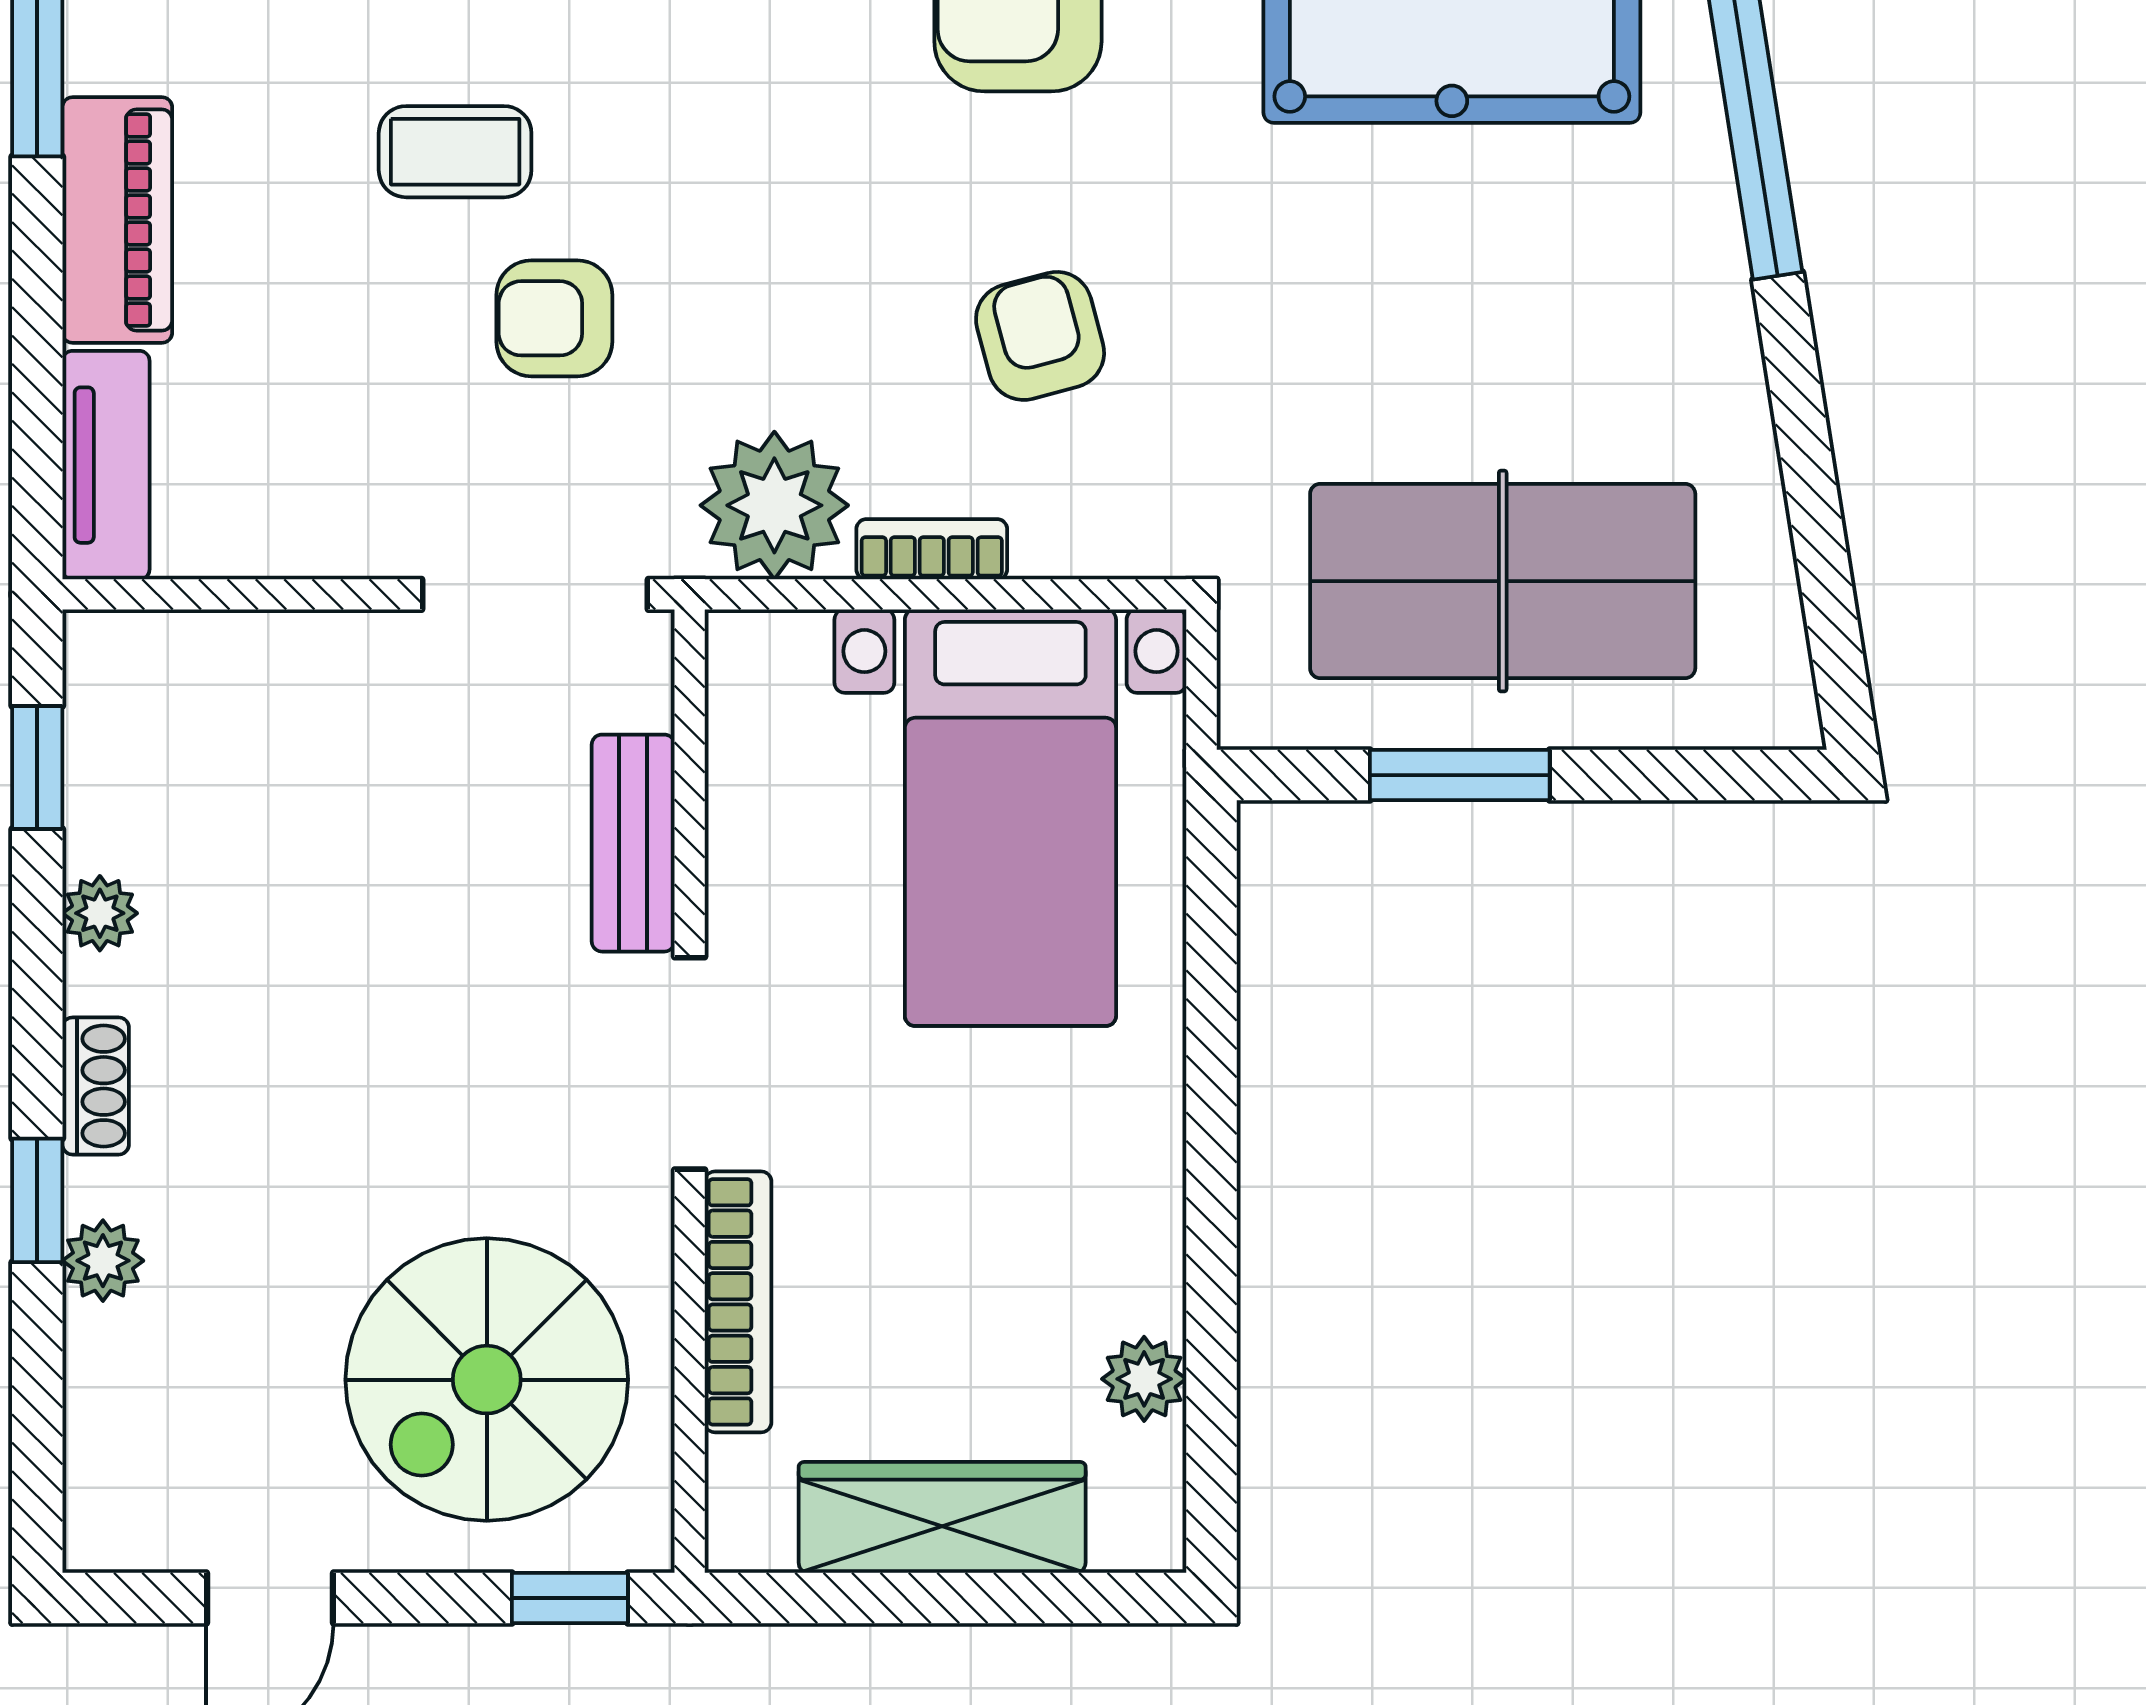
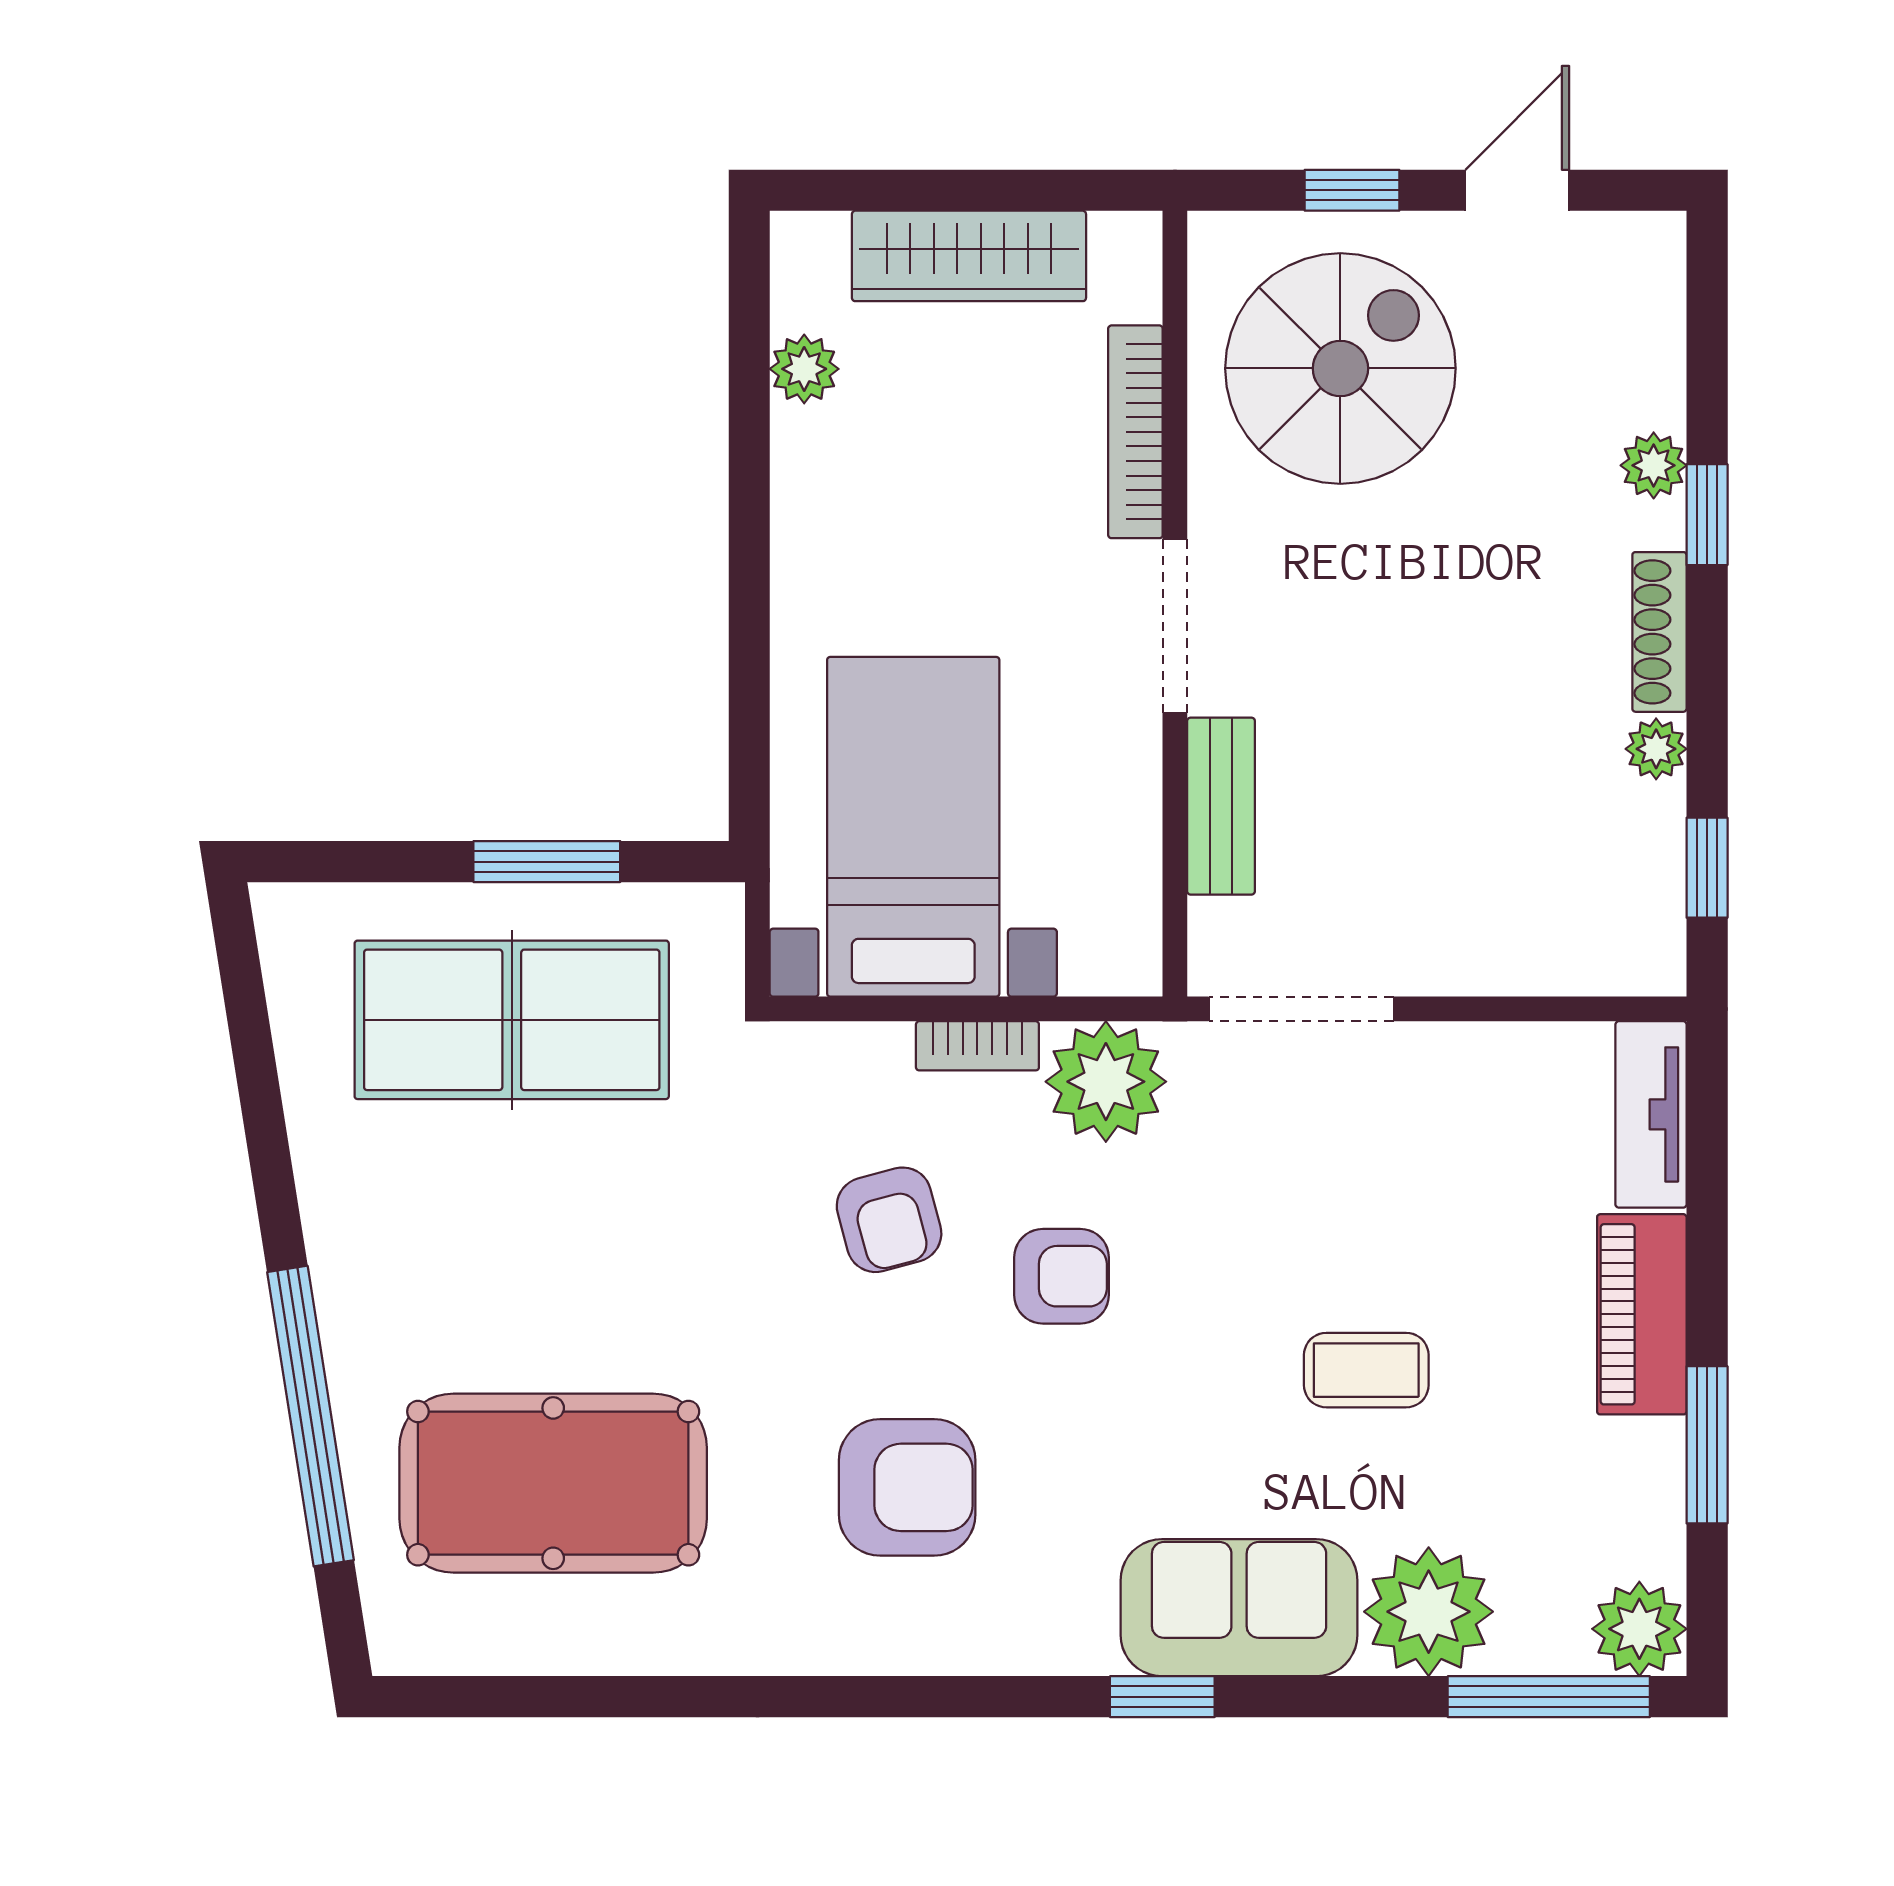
armchair: (554, 318) -> (1061, 1276), moved
shoe rack: (96, 1086) -> (1659, 632), width x1.43
window: (570, 1598) -> (1352, 190), moved

